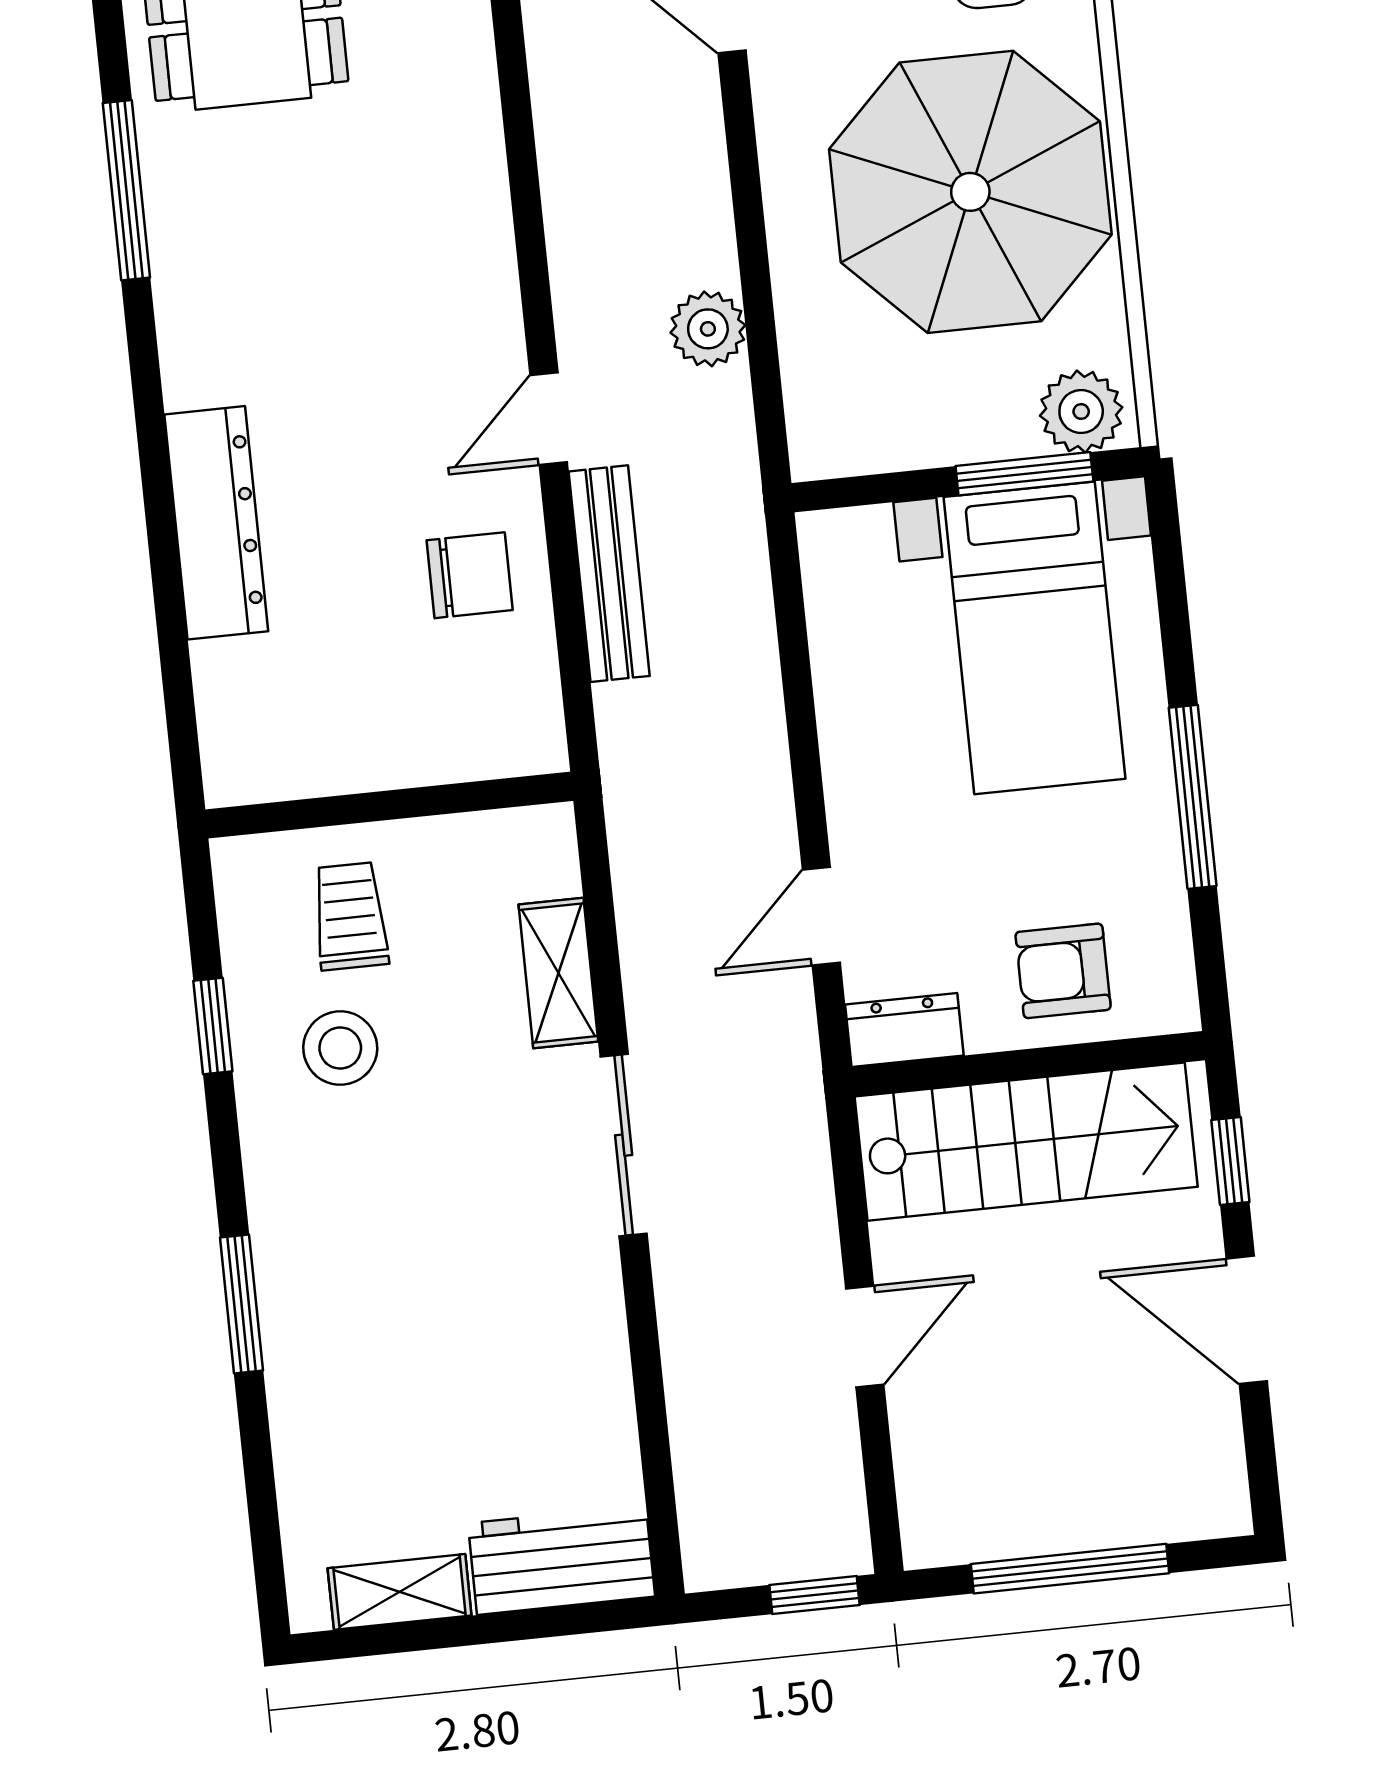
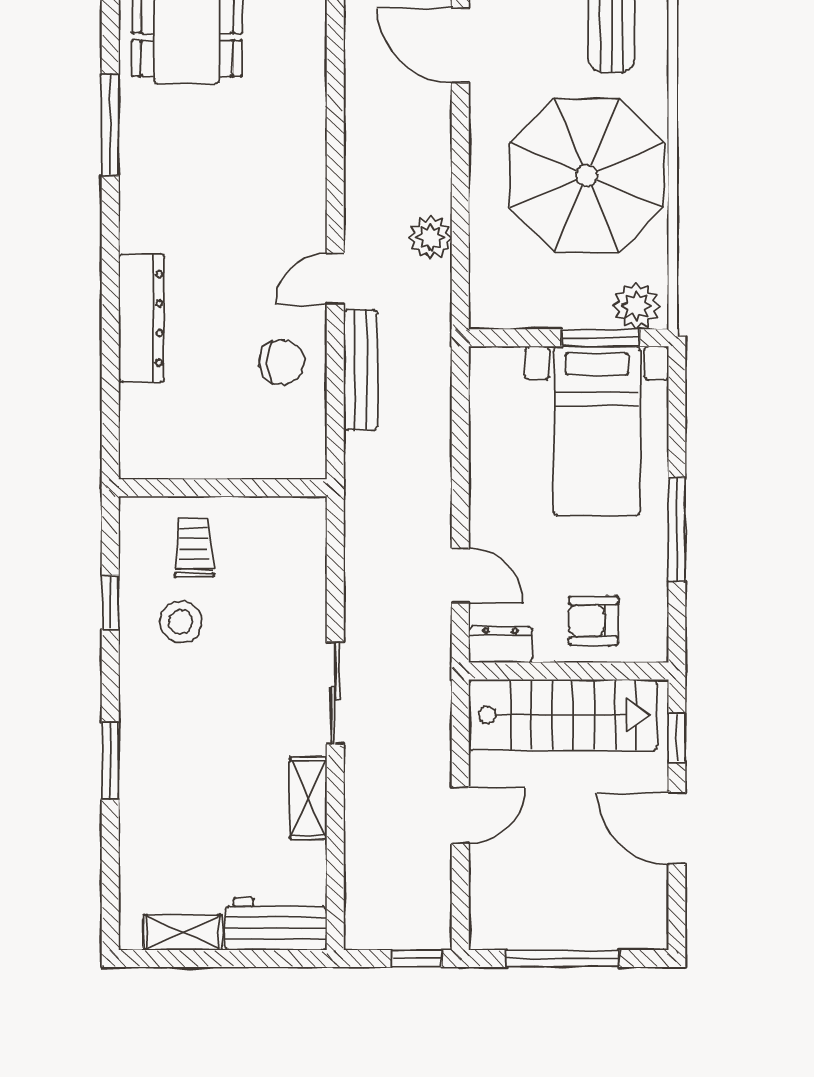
door: (821, 916) -> (460, 576), swing flipped
shelving: (558, 973) -> (308, 798), moved

